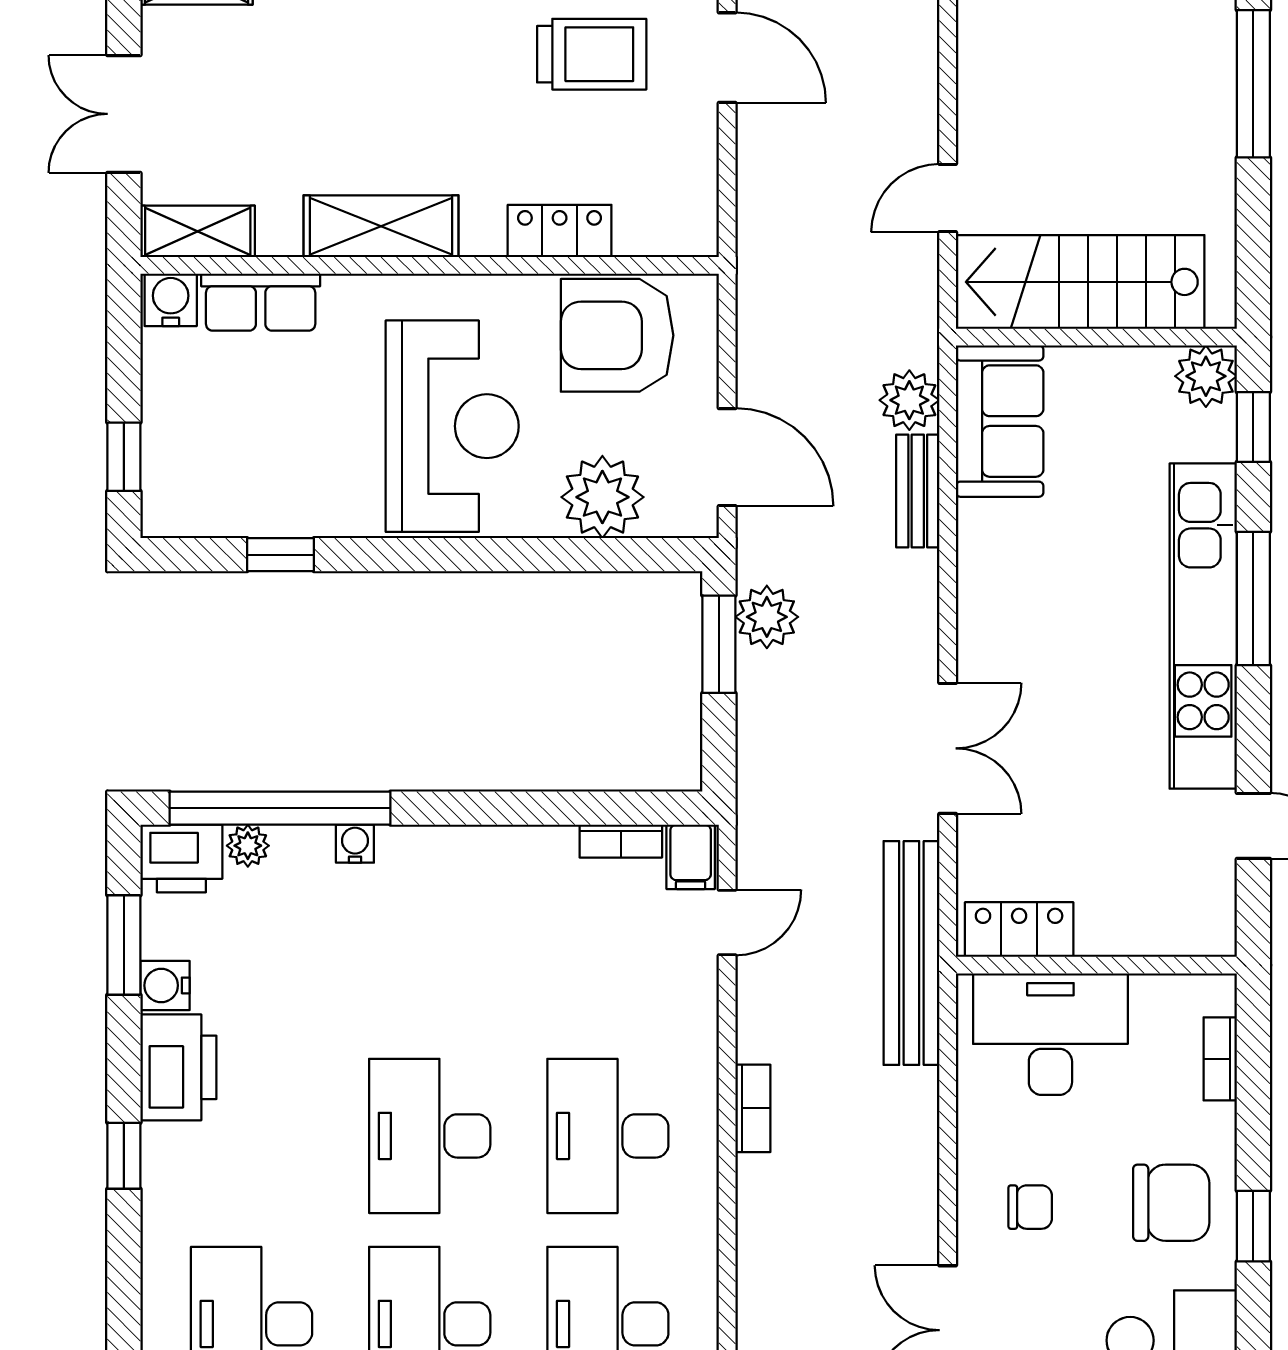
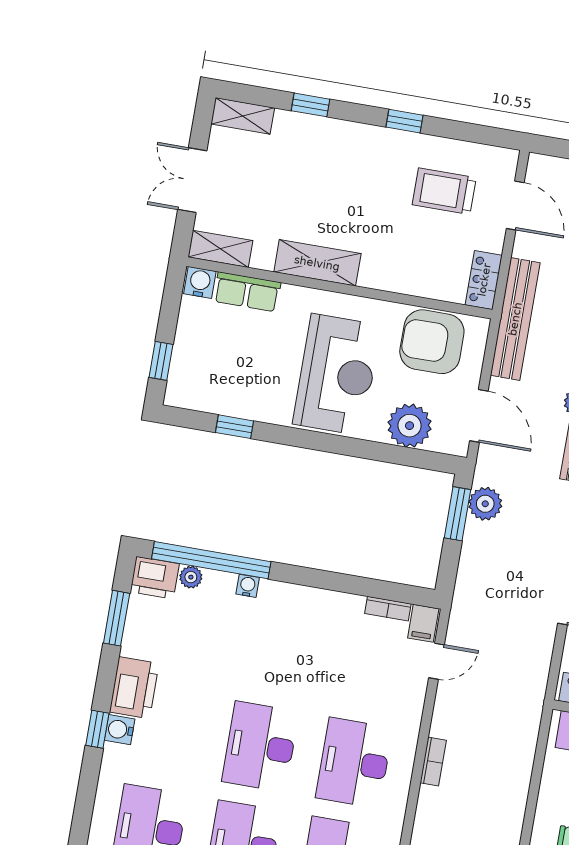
trolley: (592, 54) -> (444, 191), turned 180
locker: (560, 231) -> (484, 280), moved, turned -90
bench: (911, 953) -> (515, 319), moved
water cooler: (165, 985) -> (120, 730), moved

